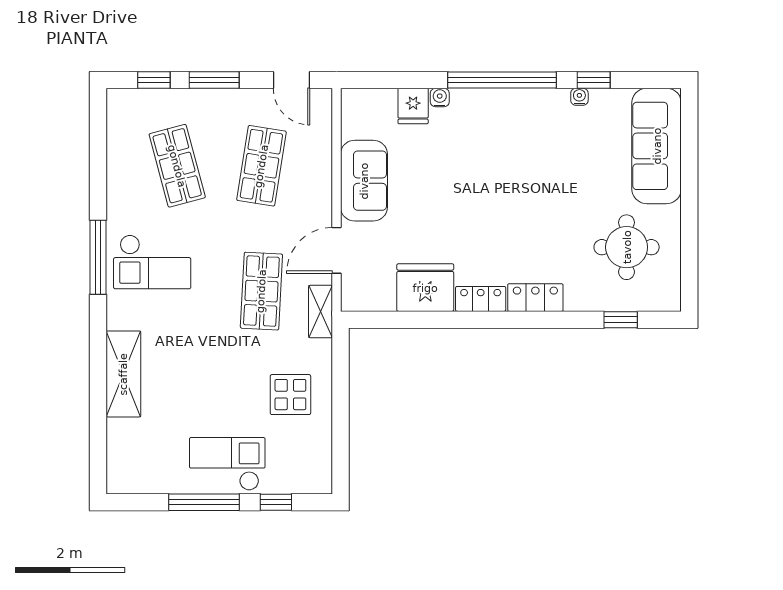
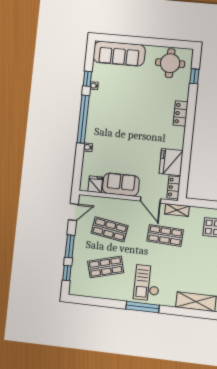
fridge: (413, 106) -> (95, 184), moved, turned -90
round table: (627, 247) -> (170, 63), moved
checkout: (152, 262) -> (147, 283), turned 180
locker: (481, 299) -> (174, 187), moved

